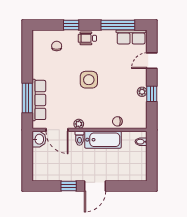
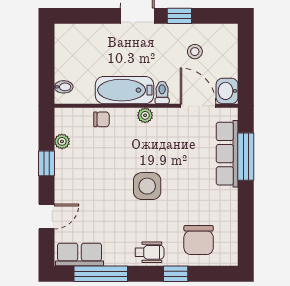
chair: (57, 46) -> (199, 240), width x1.87, depth x1.87
plant: (142, 92) -> (62, 141), moved
plant: (79, 124) -> (145, 115), moved
stool: (59, 164) -> (195, 52), added

